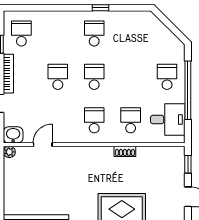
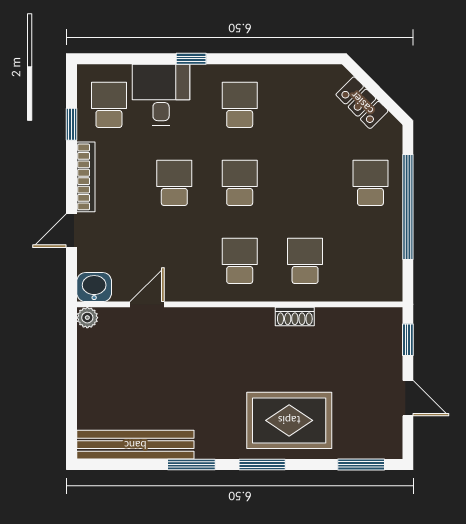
window: (101, 8) -> (191, 59), moved
locker: (162, 32) -> (362, 103), added
desk: (168, 120) -> (161, 95), moved, turned -90

